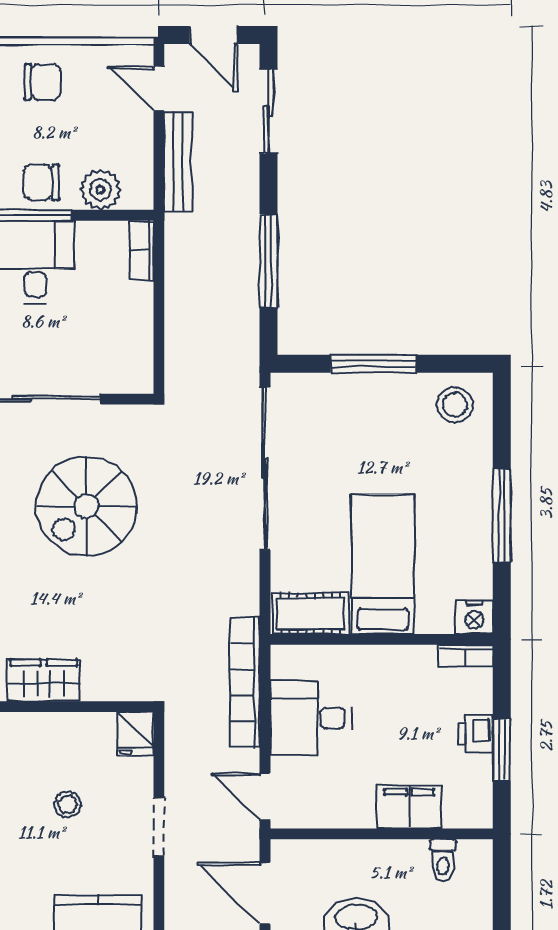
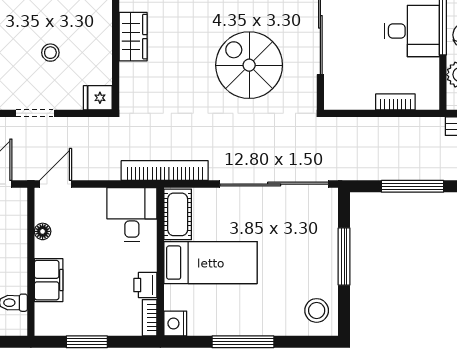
bookcase: (142, 250) -> (395, 102), moved
bookcase: (245, 682) -> (165, 171), moved
desk: (311, 718) -> (132, 214), moved
printer: (476, 733) -> (145, 285), moved, turned -90
floor lamp: (336, 816) -> (43, 231), added

